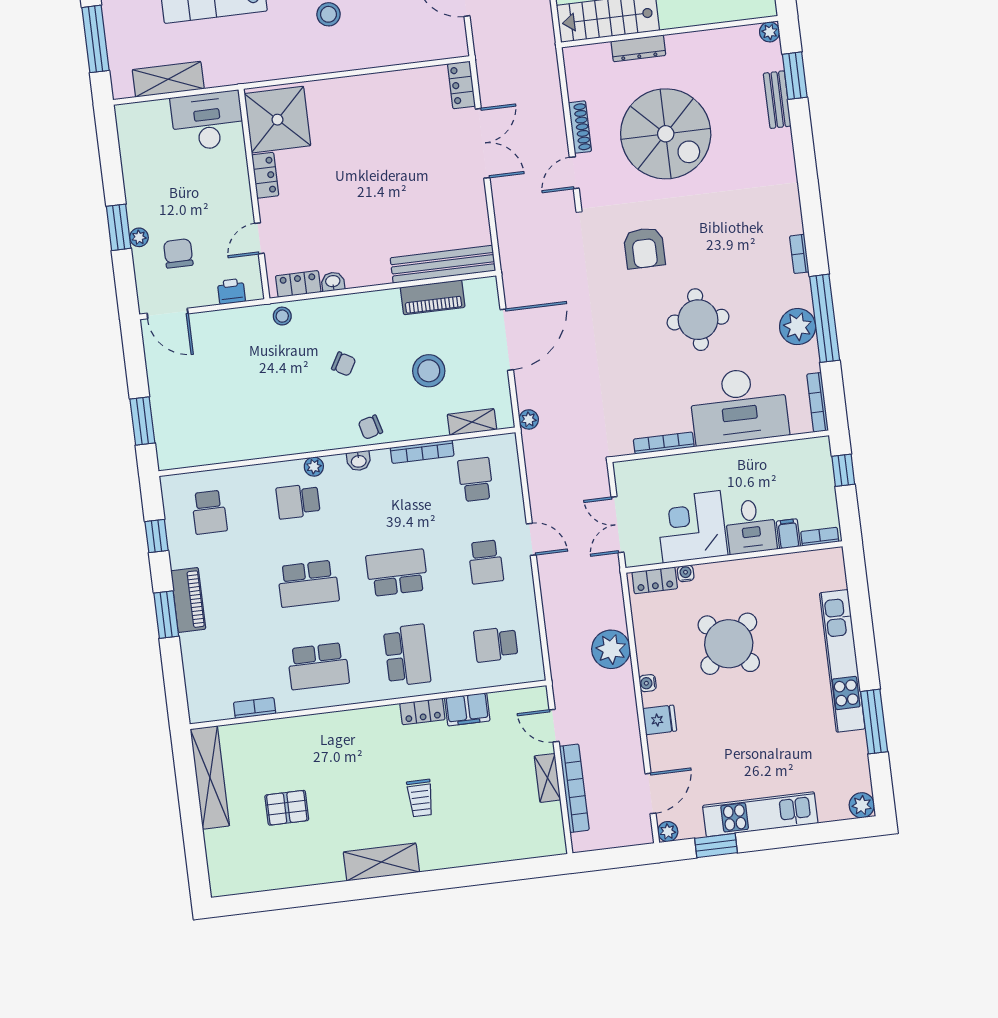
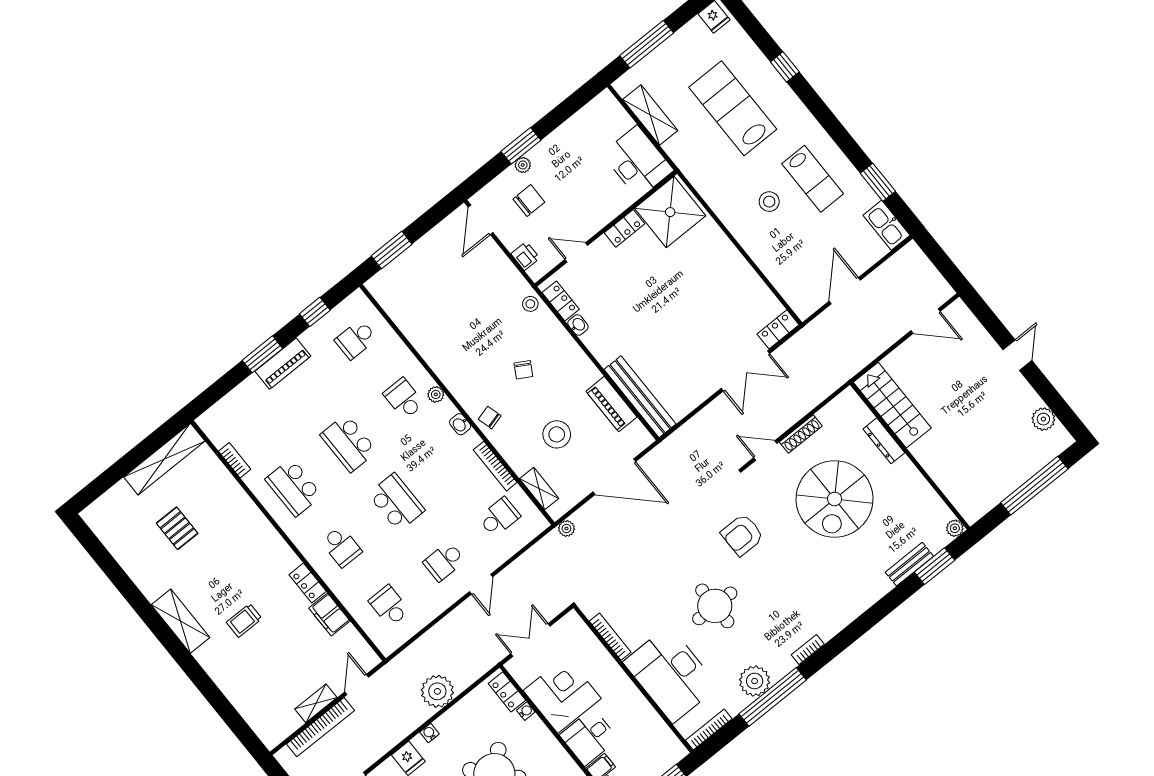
school desk: (407, 655) -> (341, 547), width x0.54

